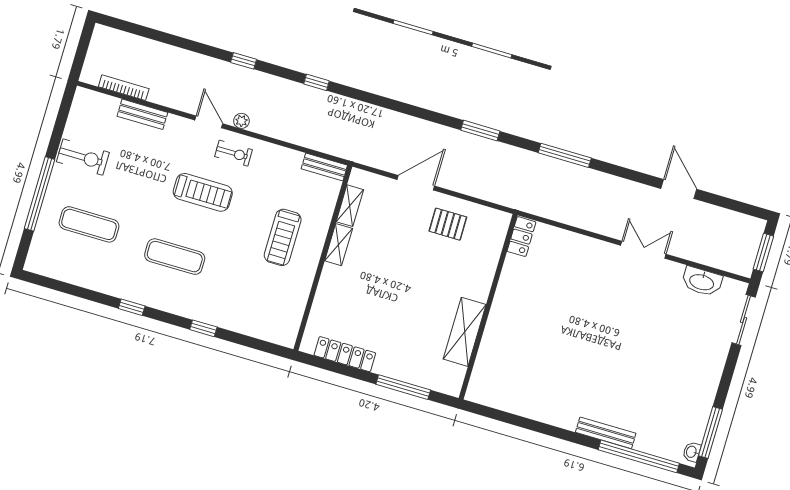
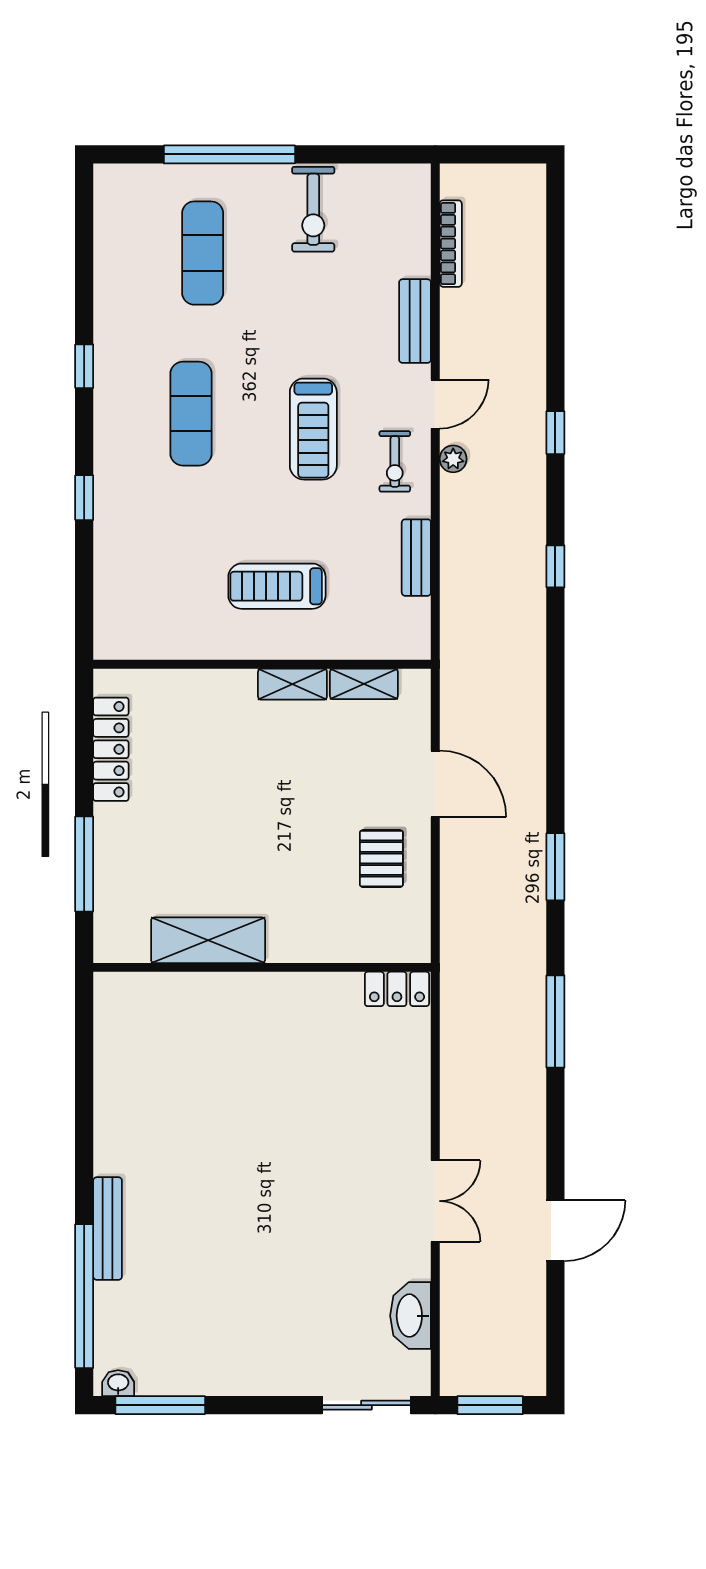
bench: (142, 114) -> (415, 321), moved
bench: (324, 167) -> (416, 558), moved

